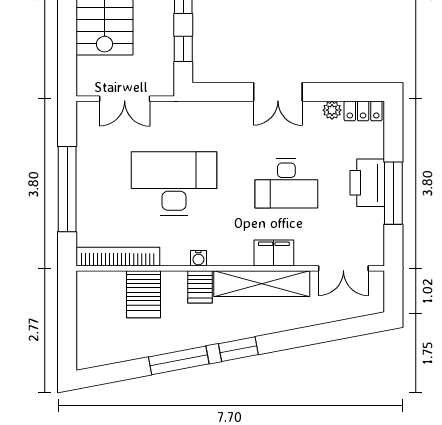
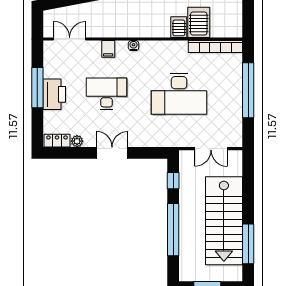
double door: (125, 99) -> (211, 149), swing flipped
filing cabinet: (274, 253) -> (108, 49), width x0.50
water cooler: (198, 258) -> (134, 46), moved
shelving: (262, 284) -> (122, 29), removed
server rack: (200, 287) -> (179, 27), moved

